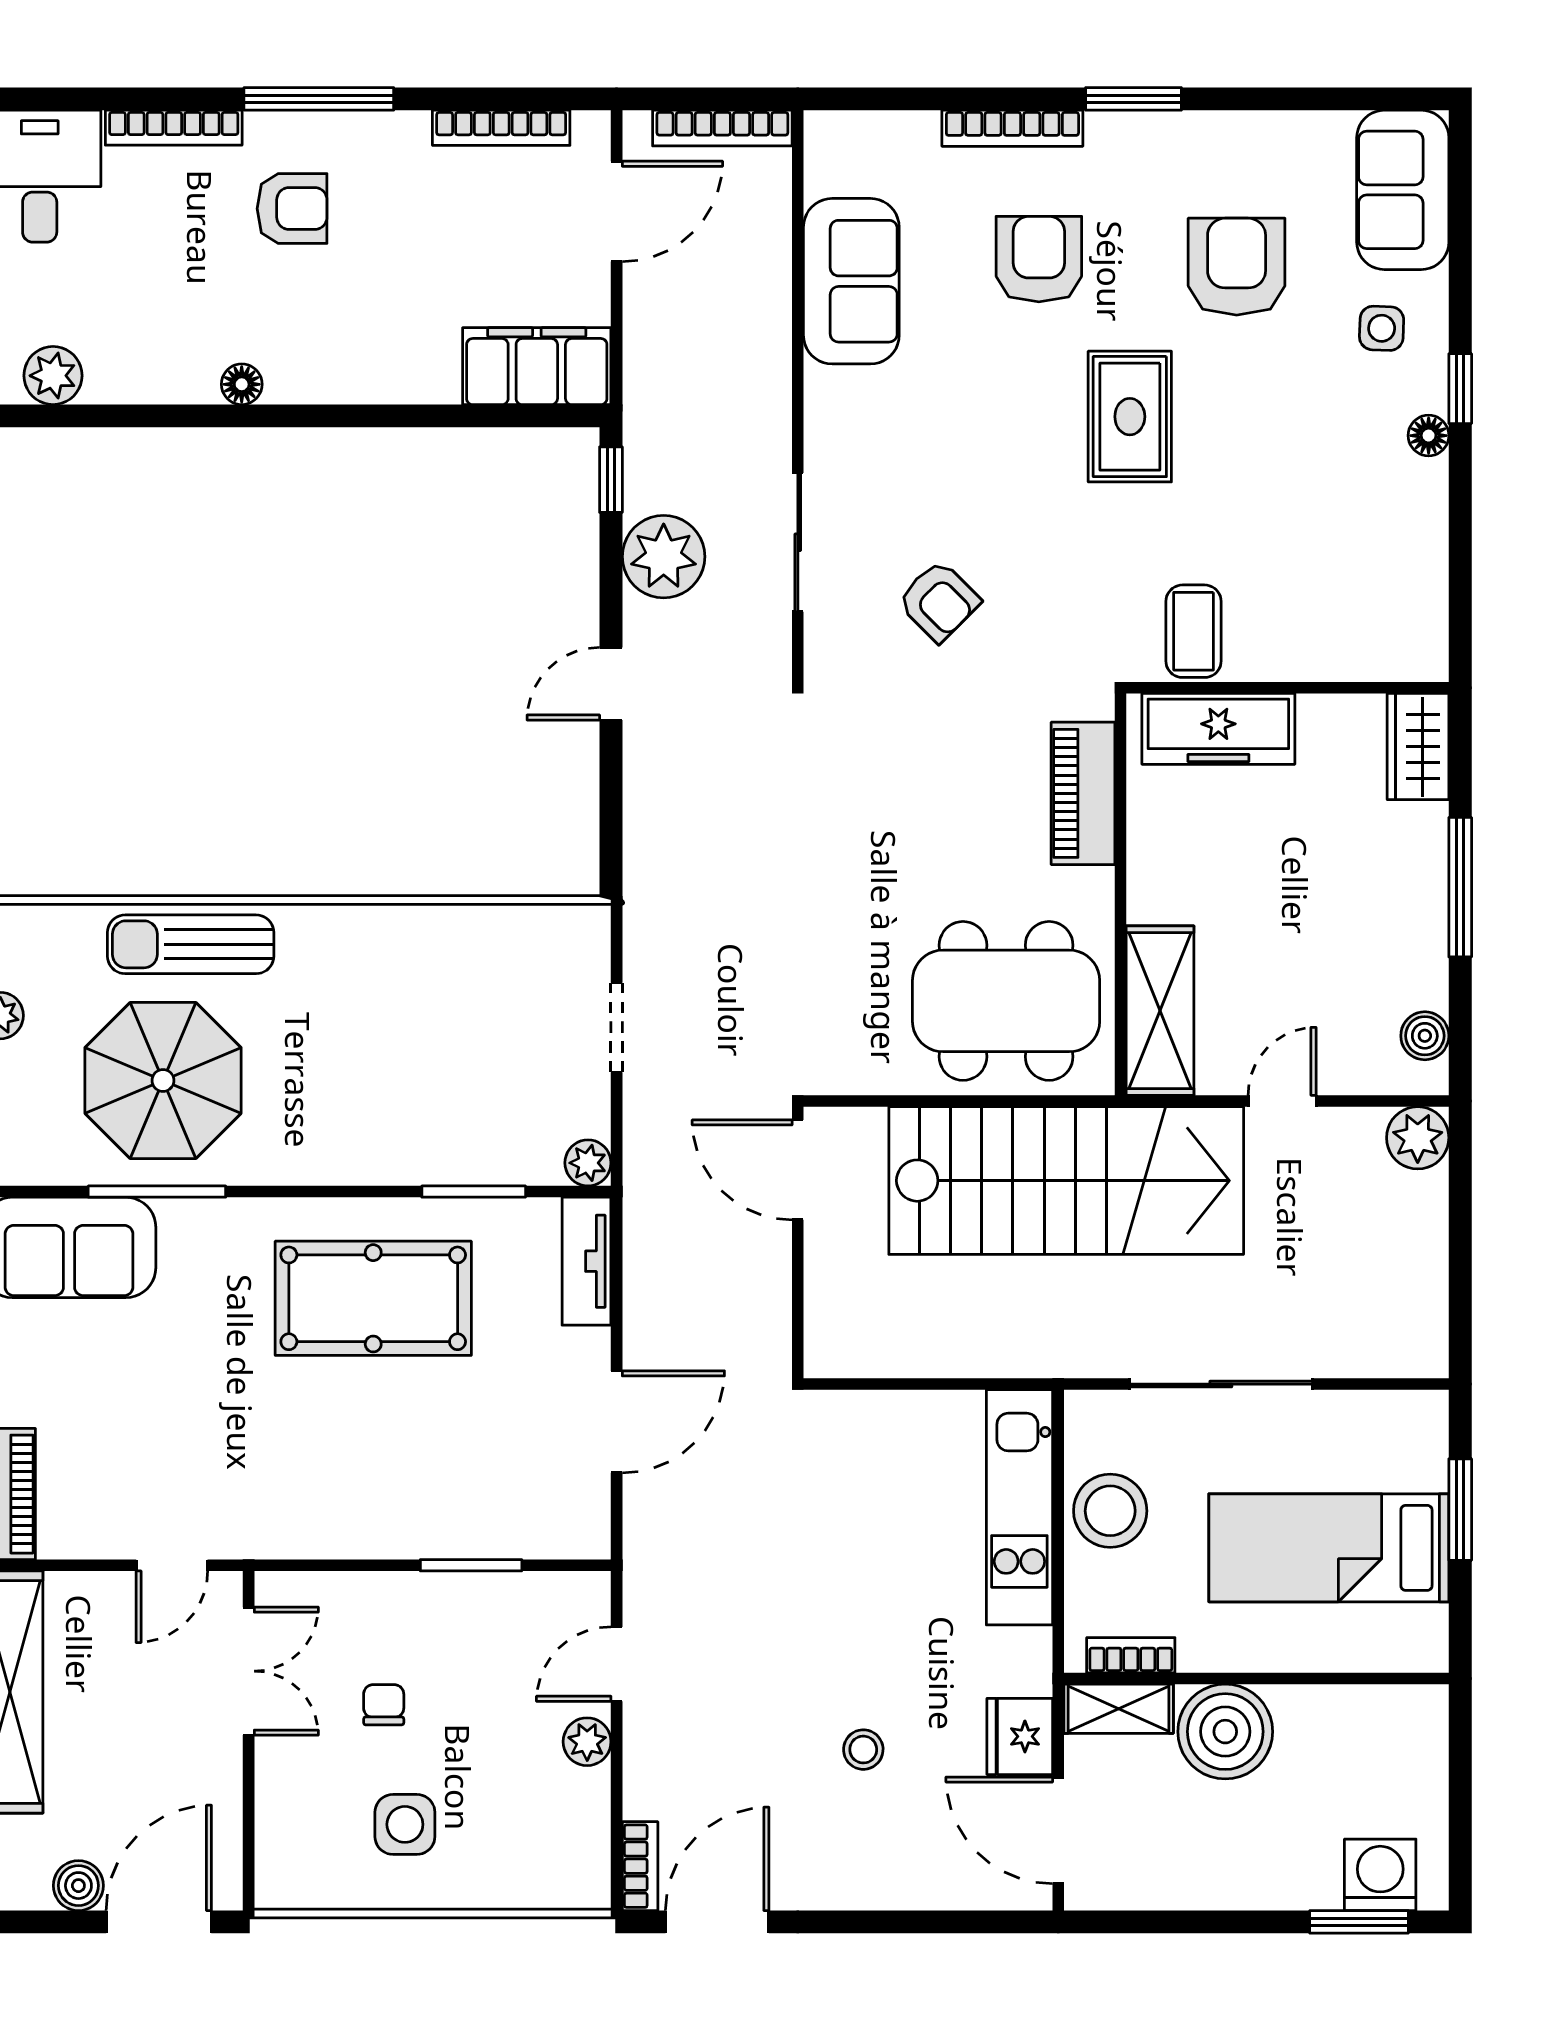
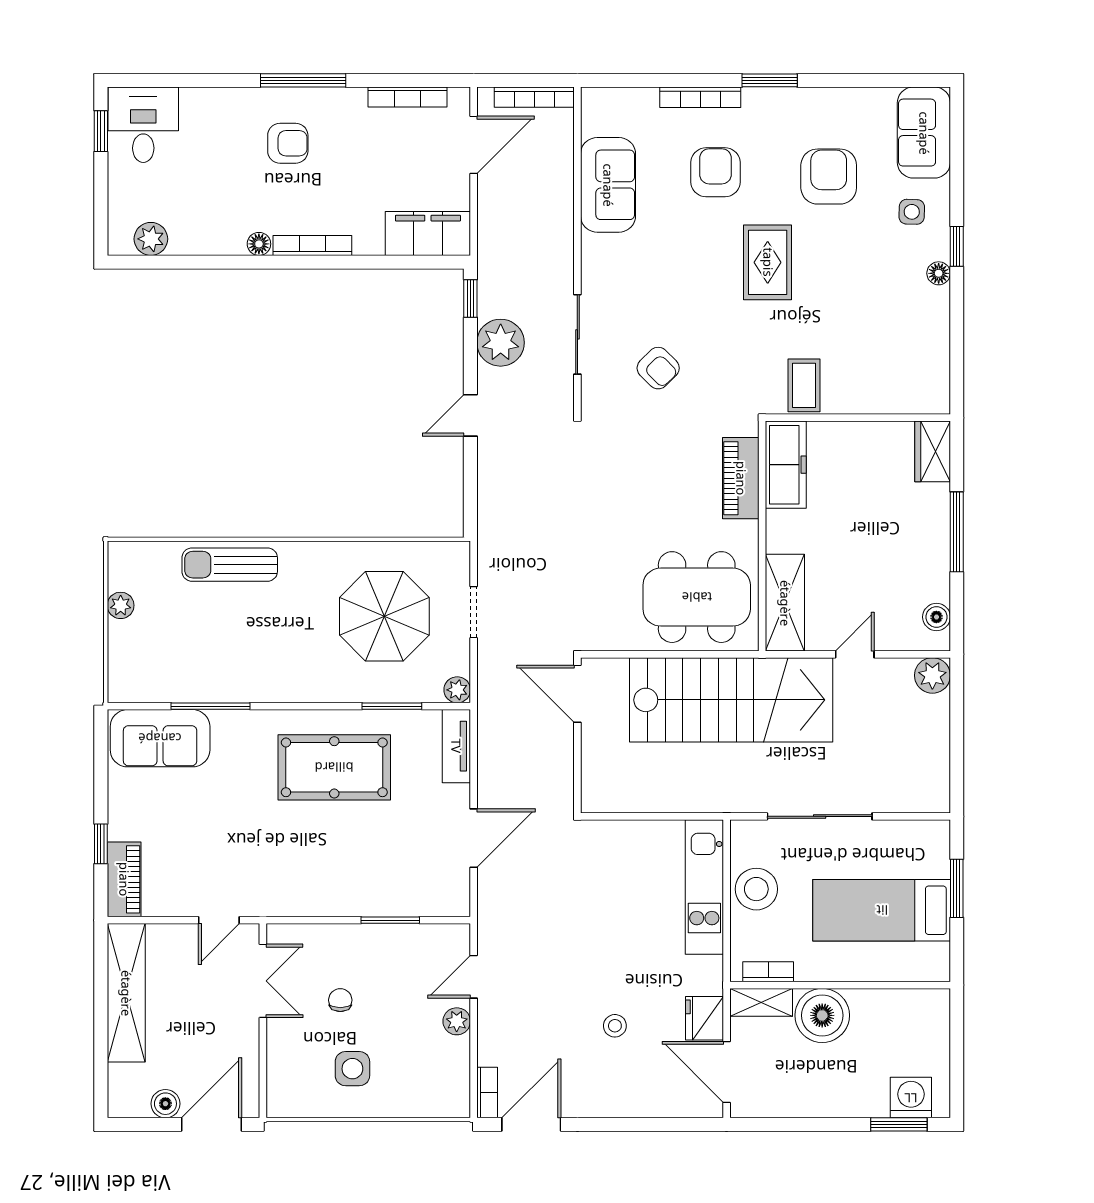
bookcase: (174, 128) -> (312, 246), moved, turned 180
freezer: (1218, 729) -> (786, 465), moved, turned -90
parasol: (163, 1080) -> (384, 616), moved

